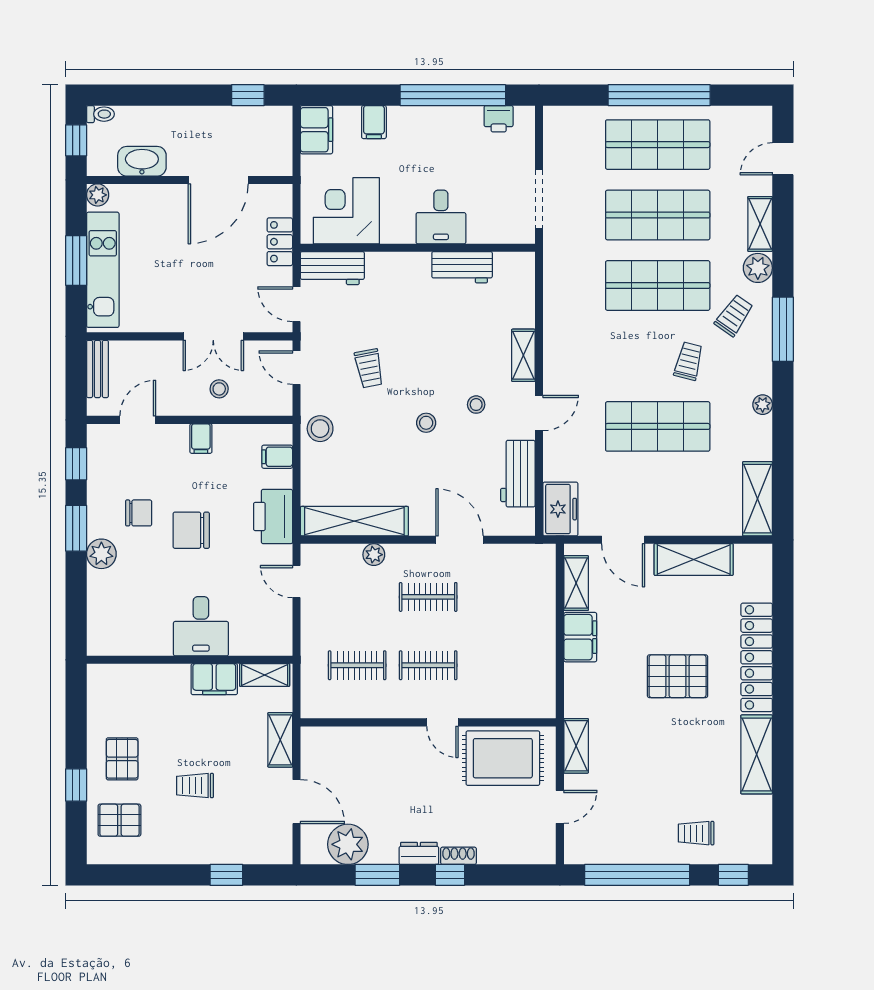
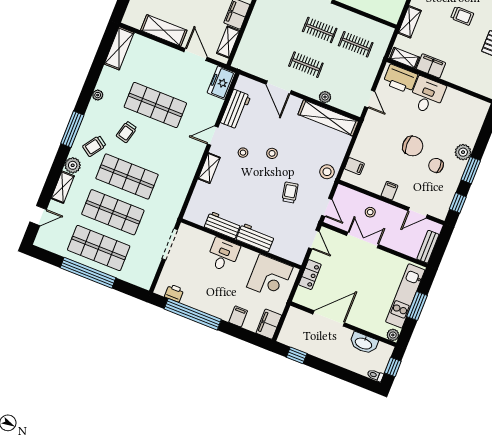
workbench: (332, 268) -> (255, 238), moved
printer: (273, 517) -> (400, 79), moved, turned 90

